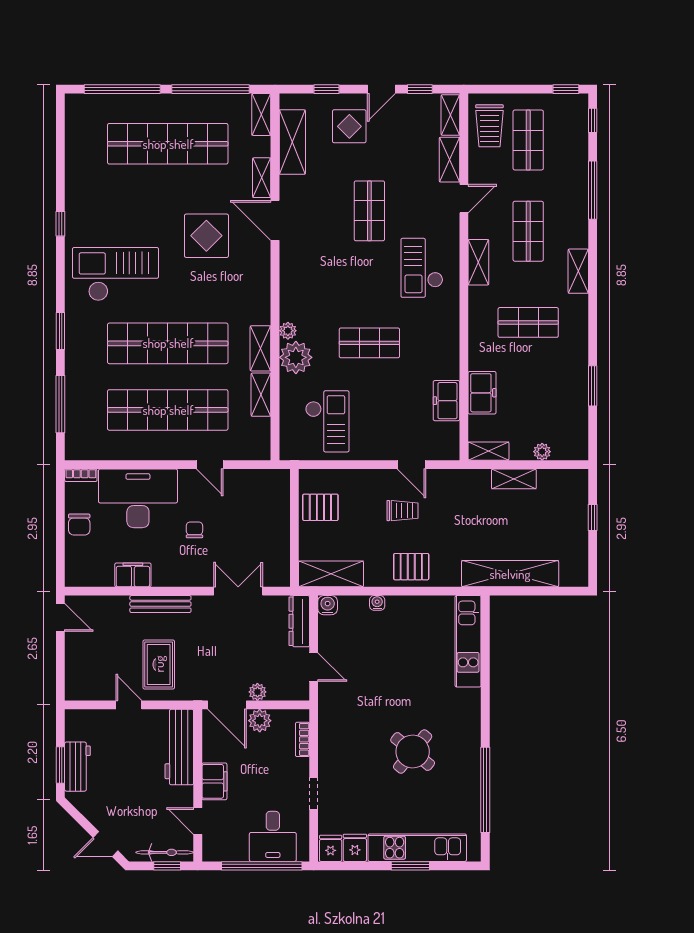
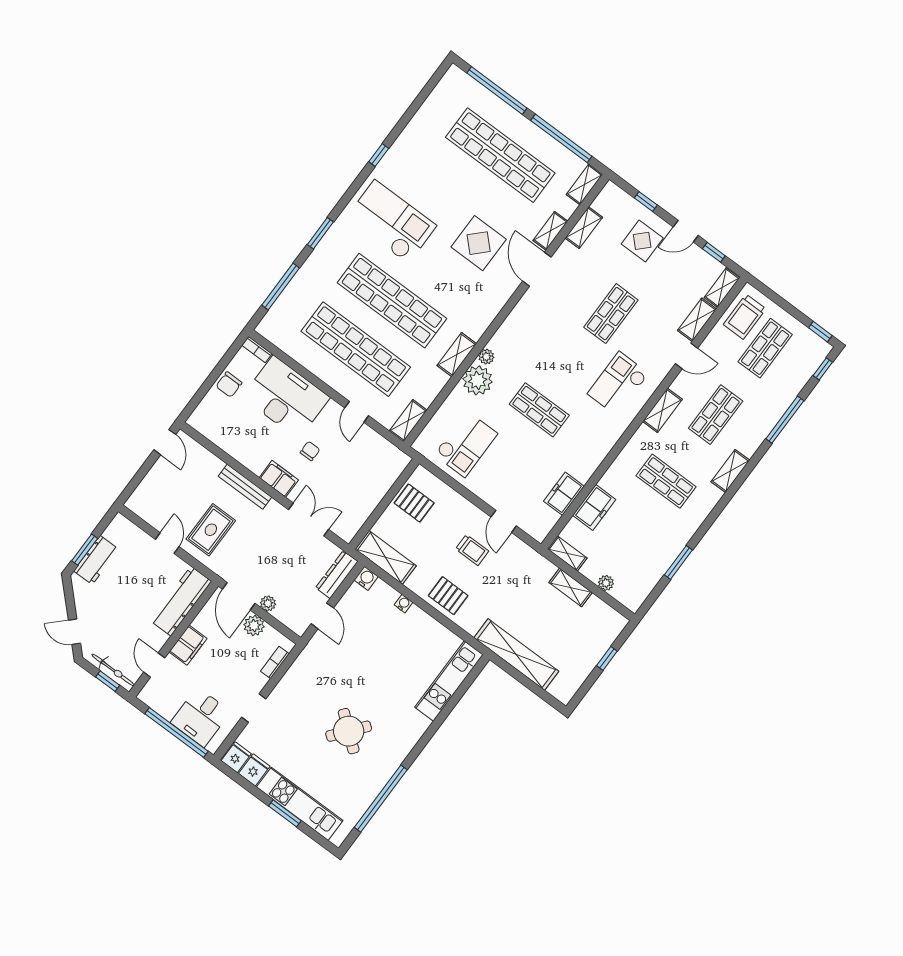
shelving: (292, 142) -> (584, 228), width x0.67, depth x0.75
shelving: (261, 395) -> (408, 421), moved
filing cabinet: (133, 575) -> (279, 479), moved

